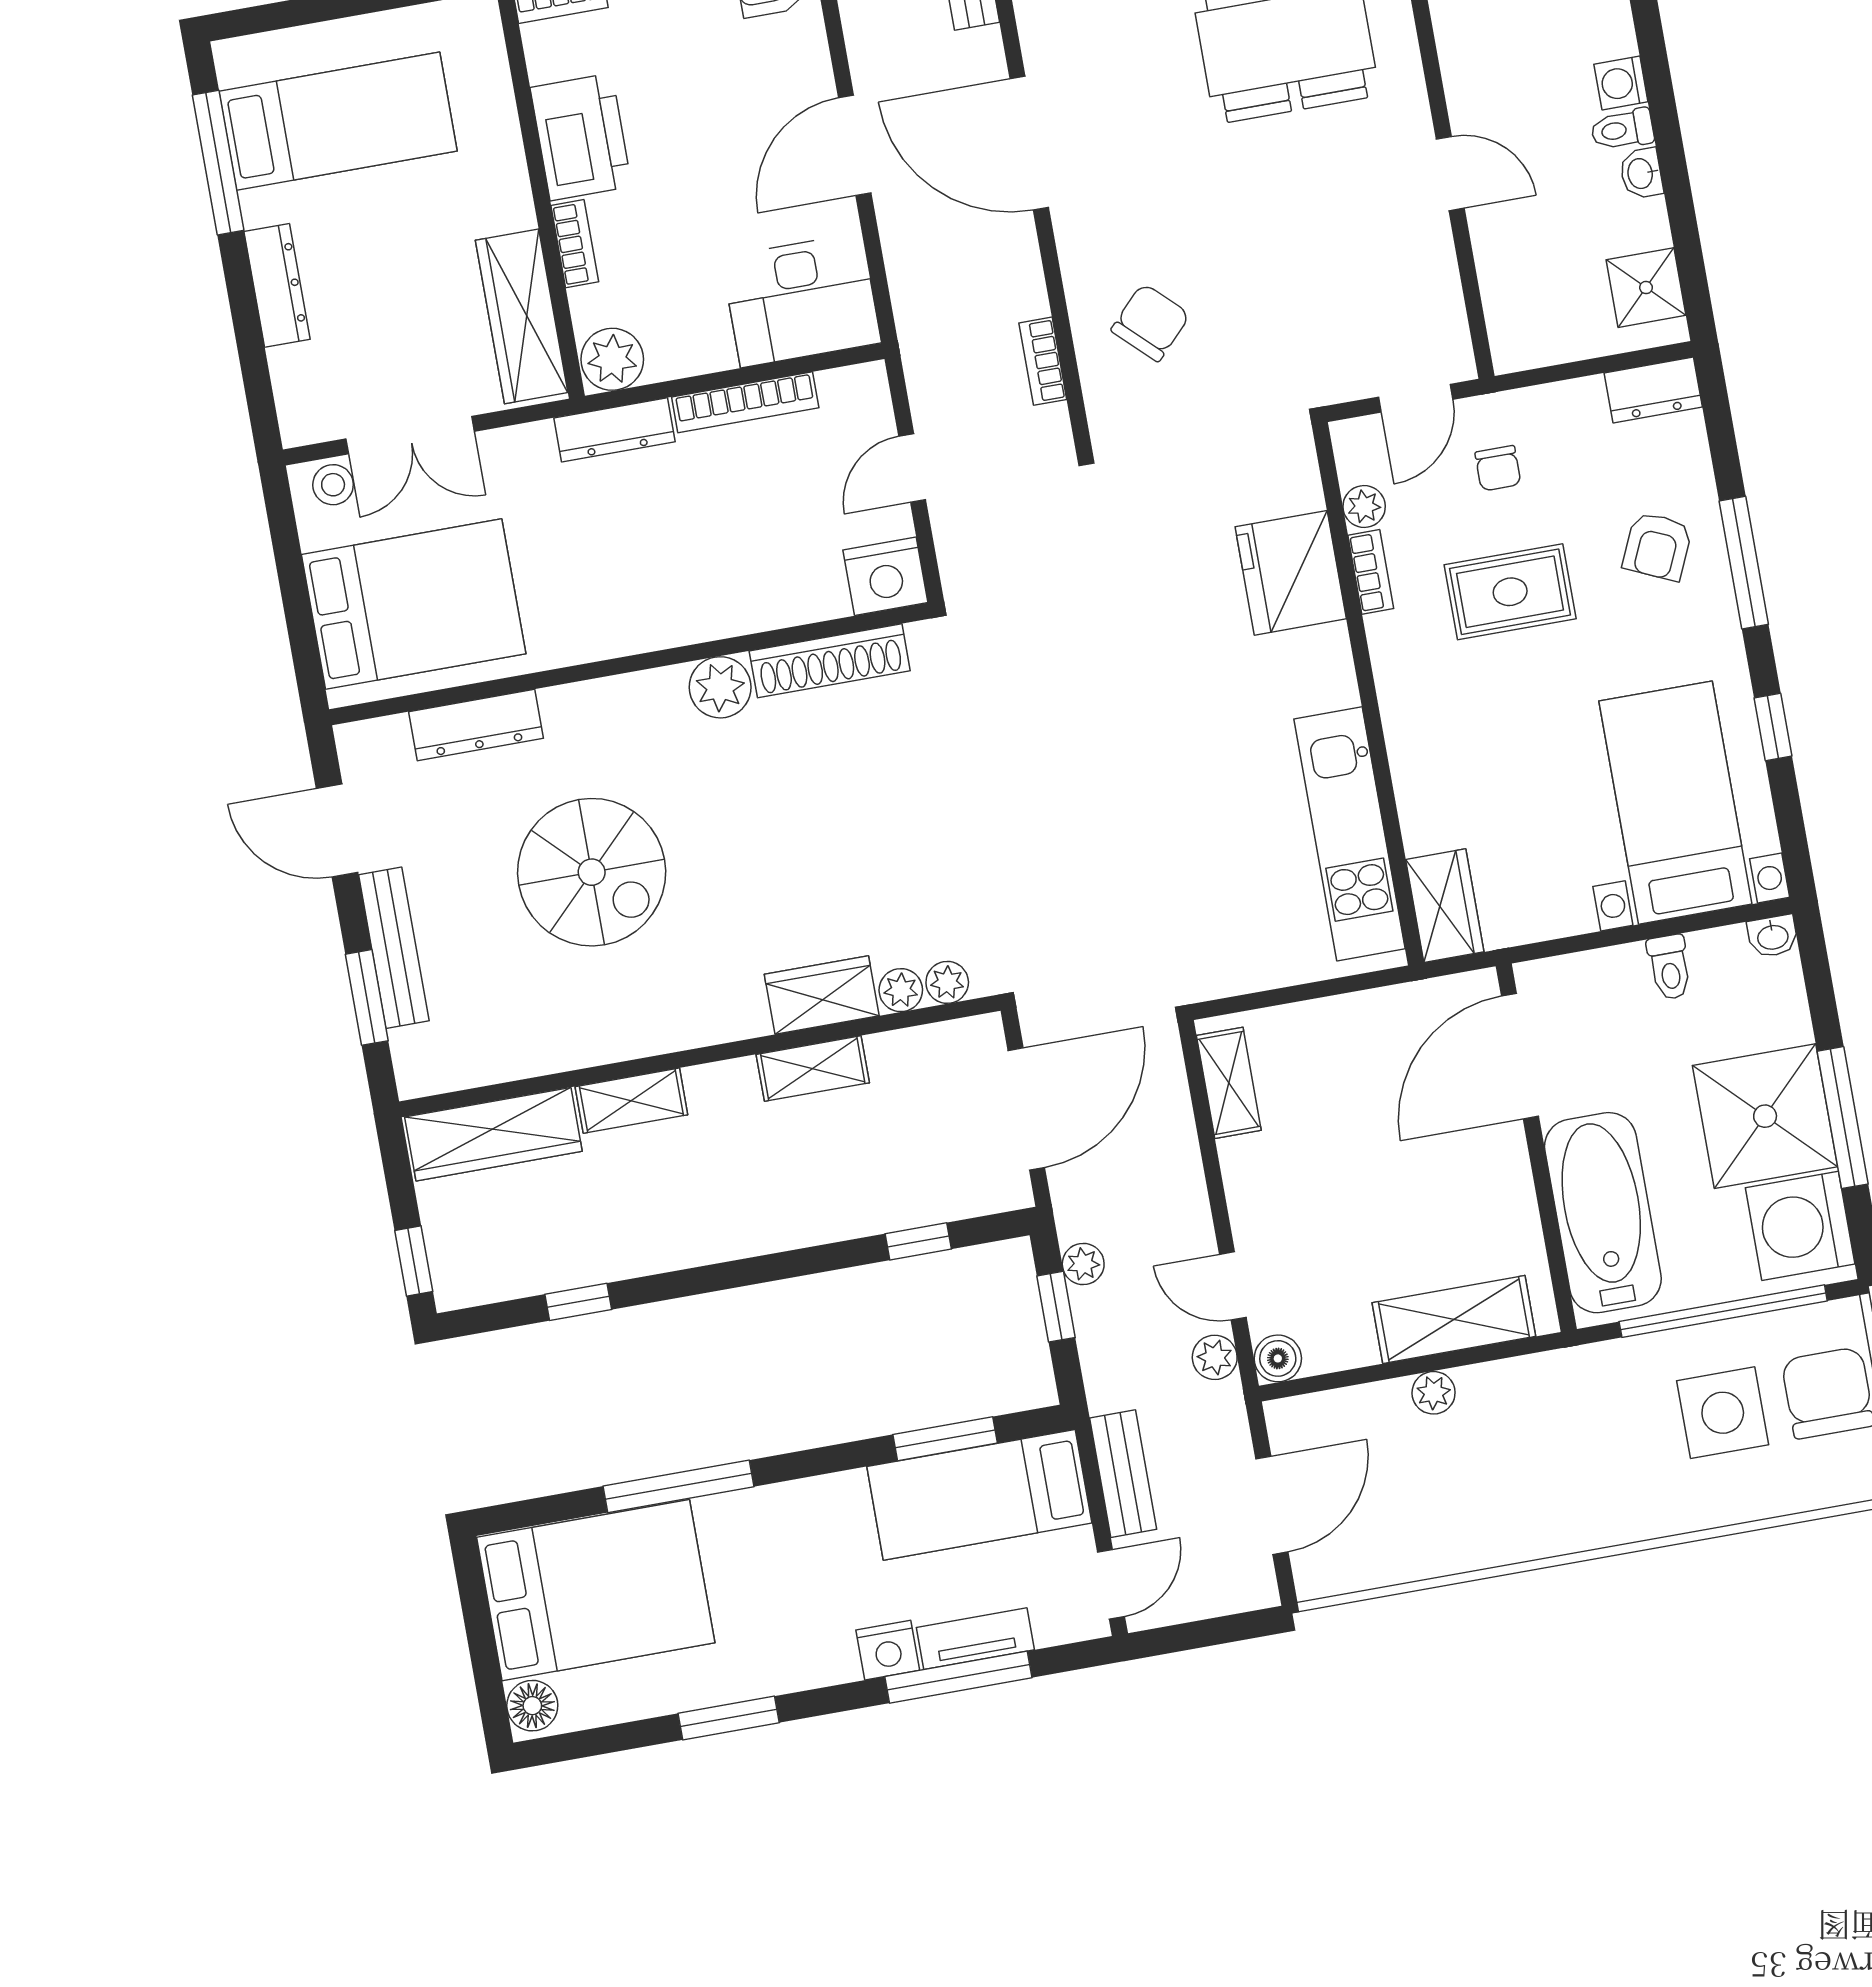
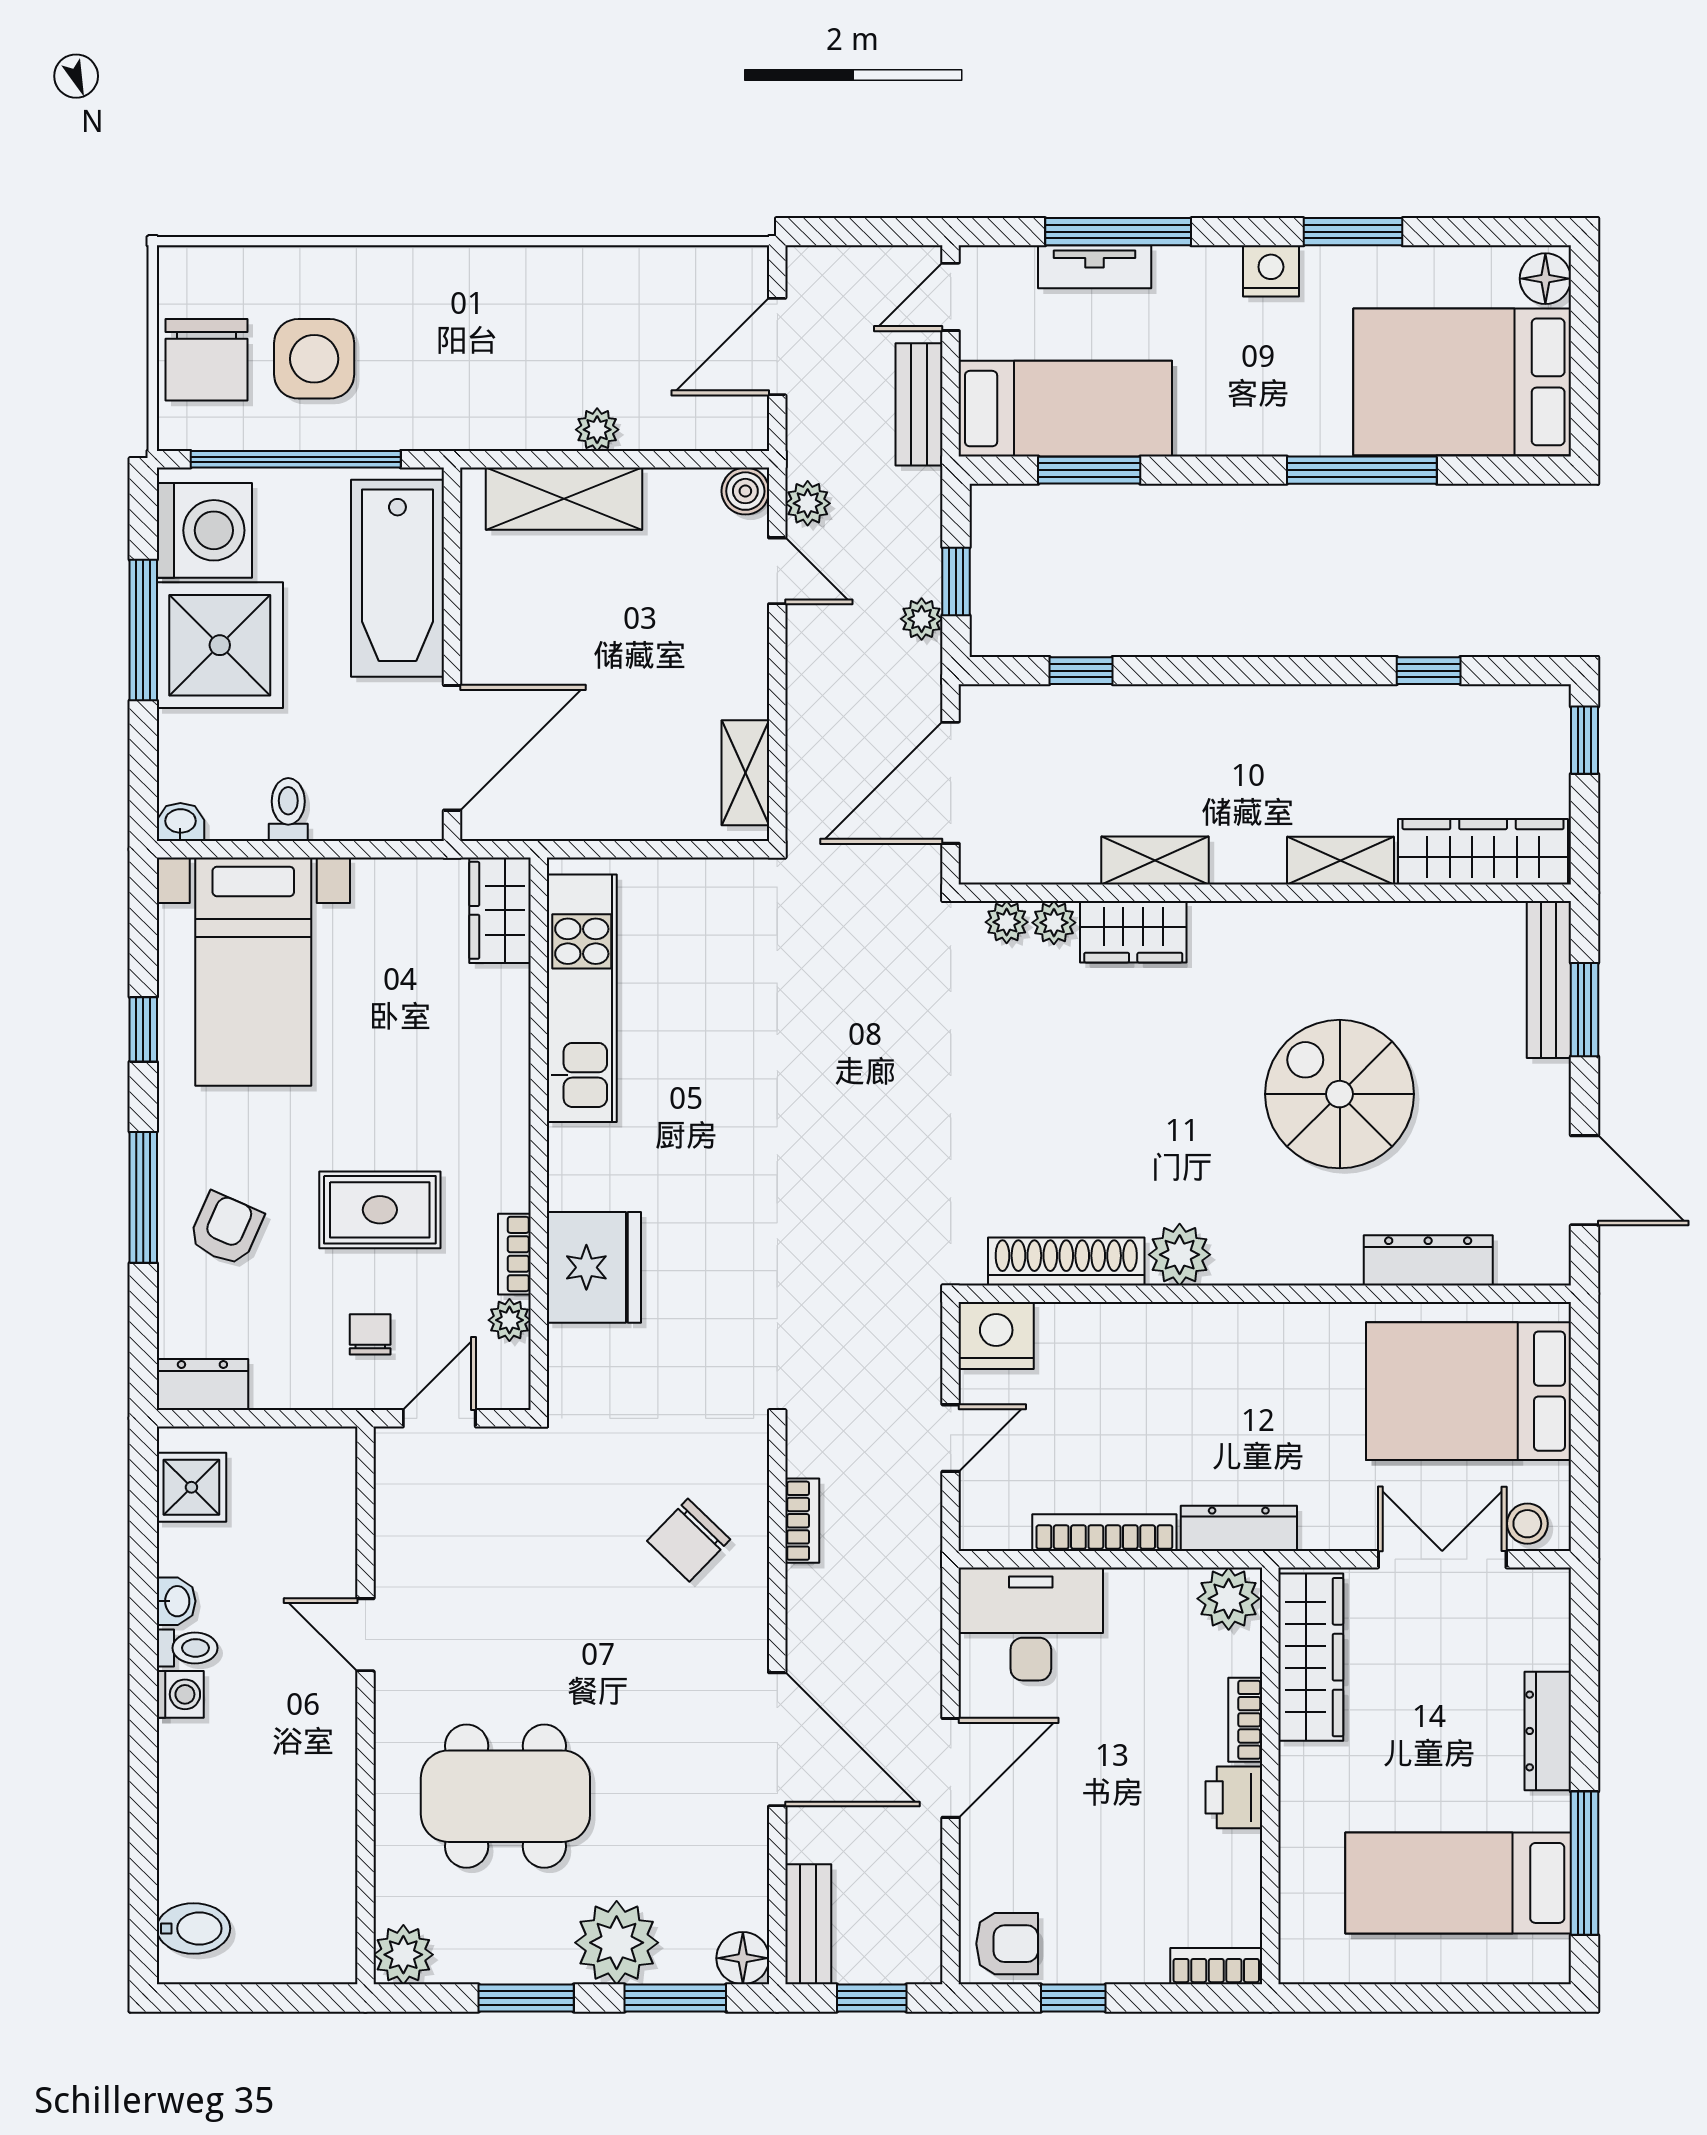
printer: (581, 137) -> (1234, 1797), width x0.53, depth x0.68
bench: (394, 948) -> (1549, 979), moved
nightstand: (888, 1650) -> (1271, 271), moved

